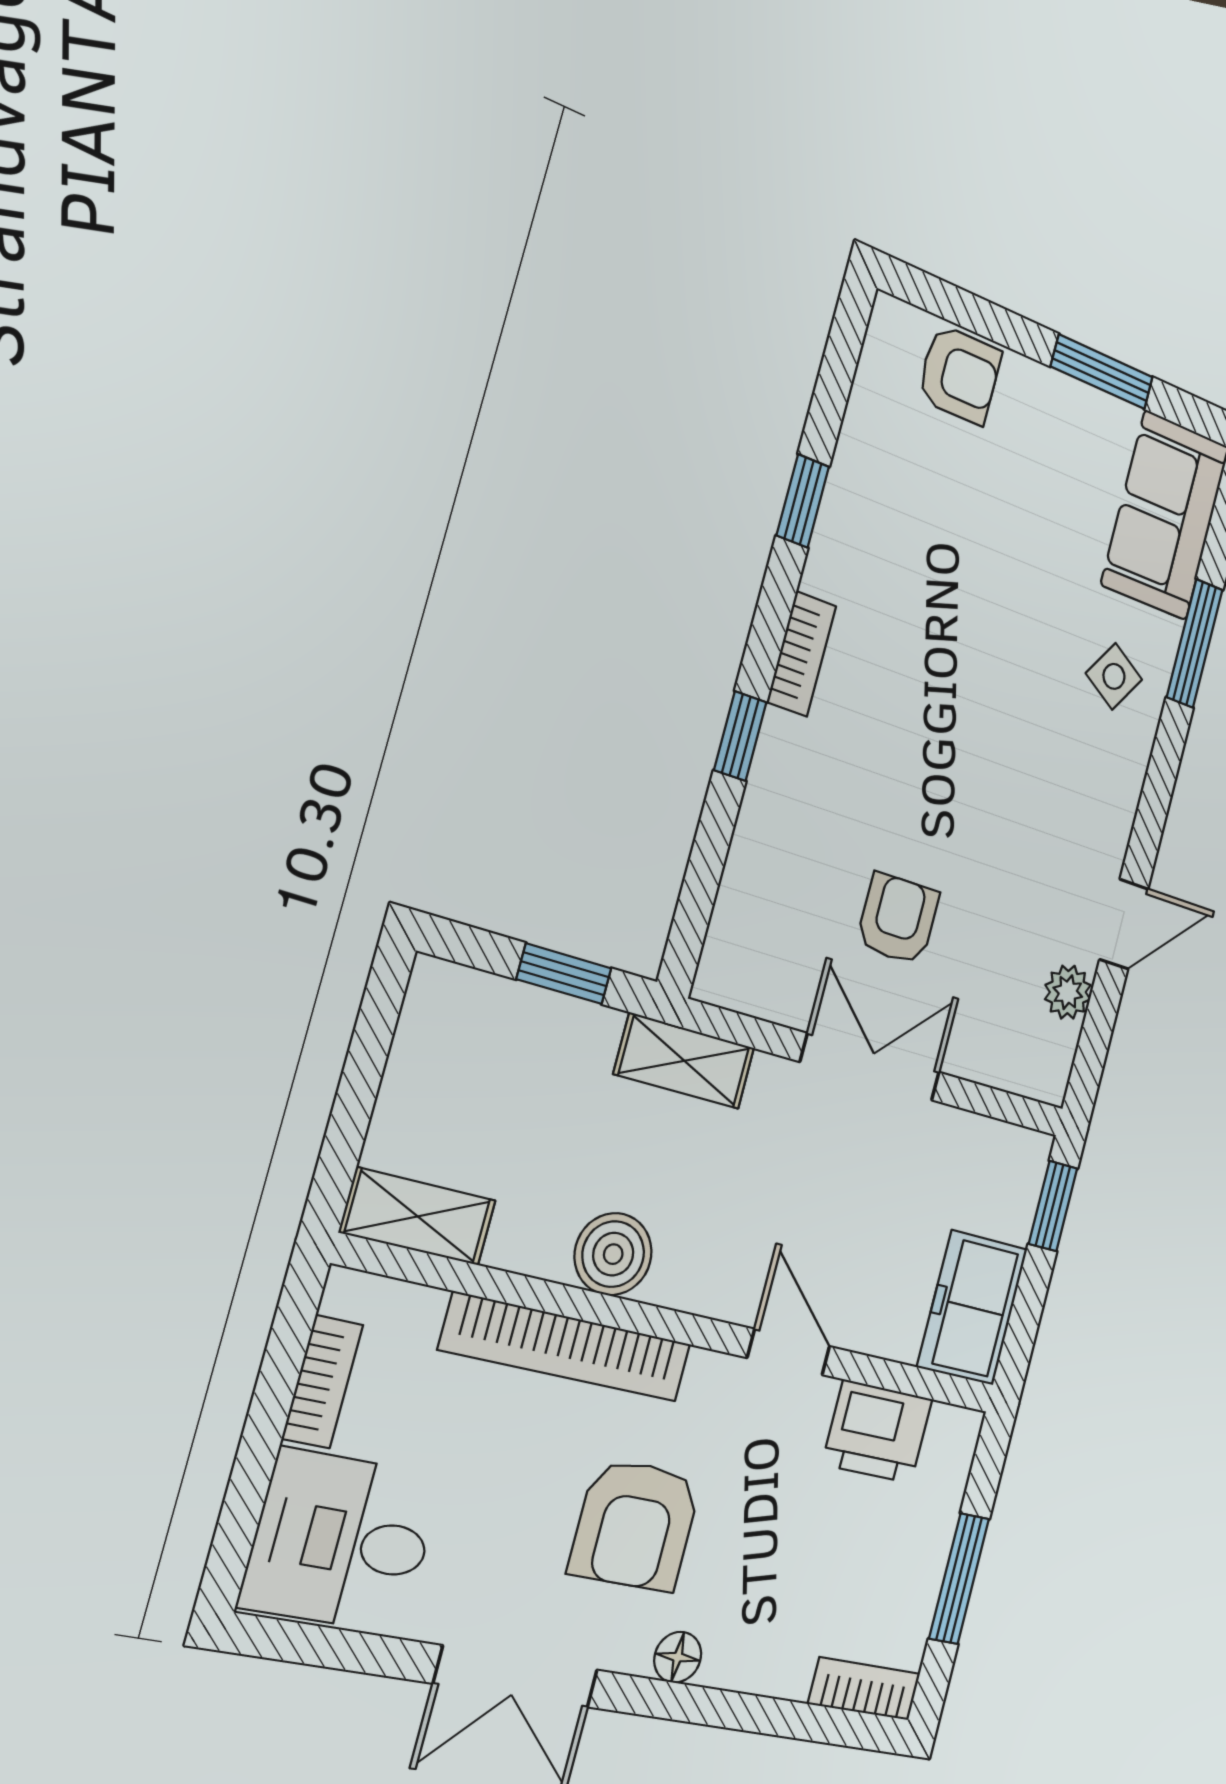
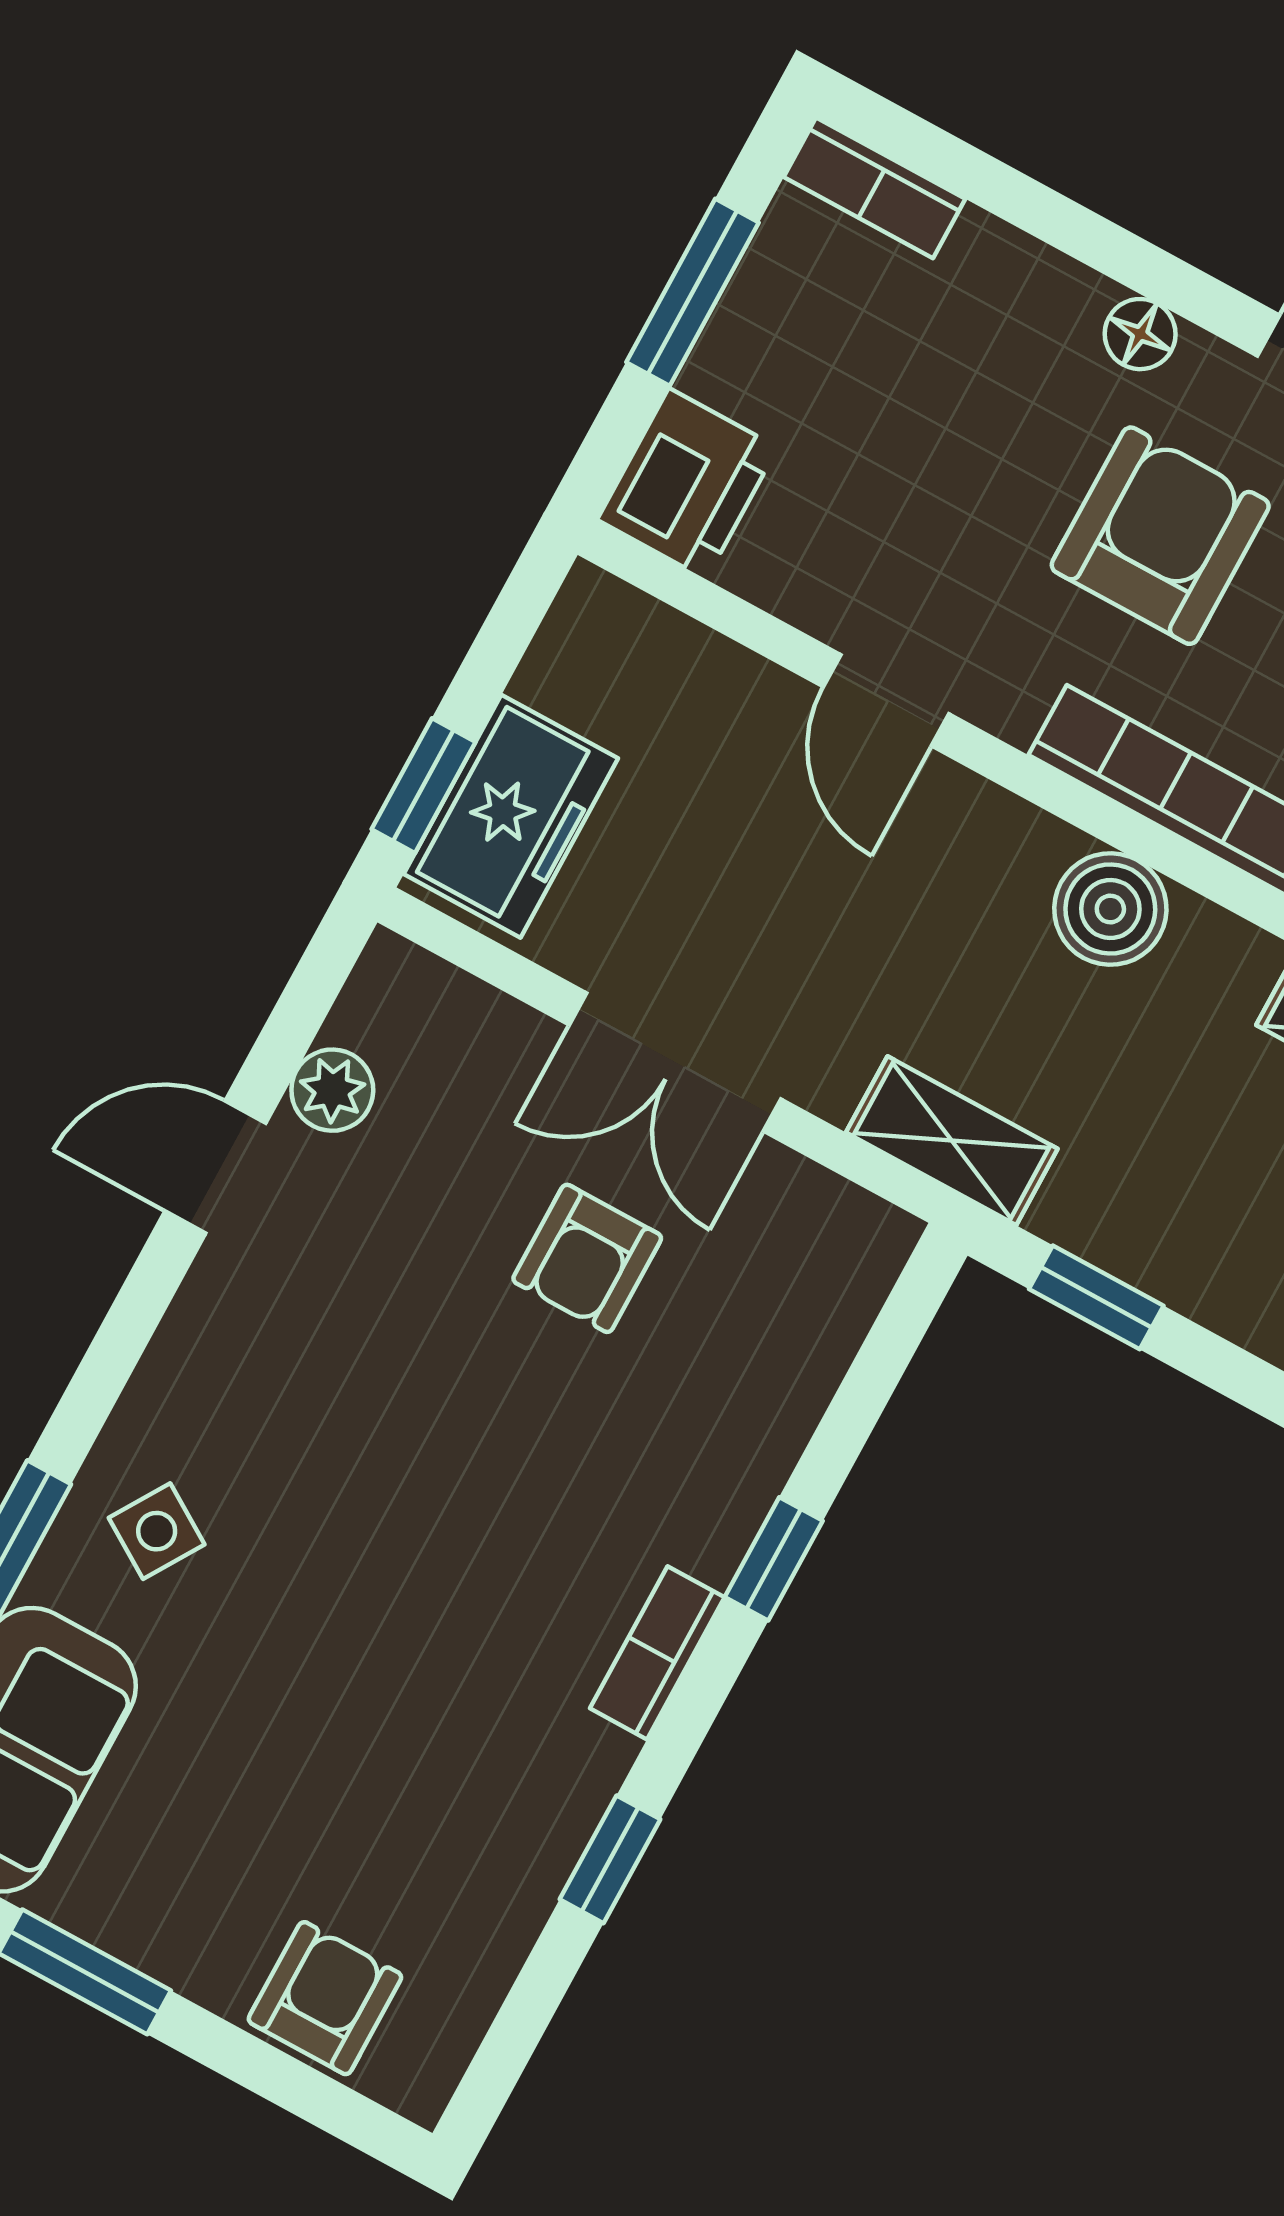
armchair: (959, 375) -> (325, 1998), turned 90
freezer: (972, 1308) -> (511, 816), moved
printer: (877, 1432) -> (687, 484), moved, turned 90

